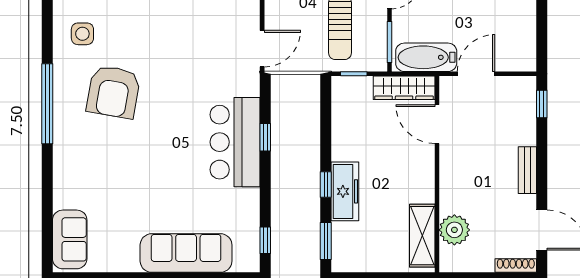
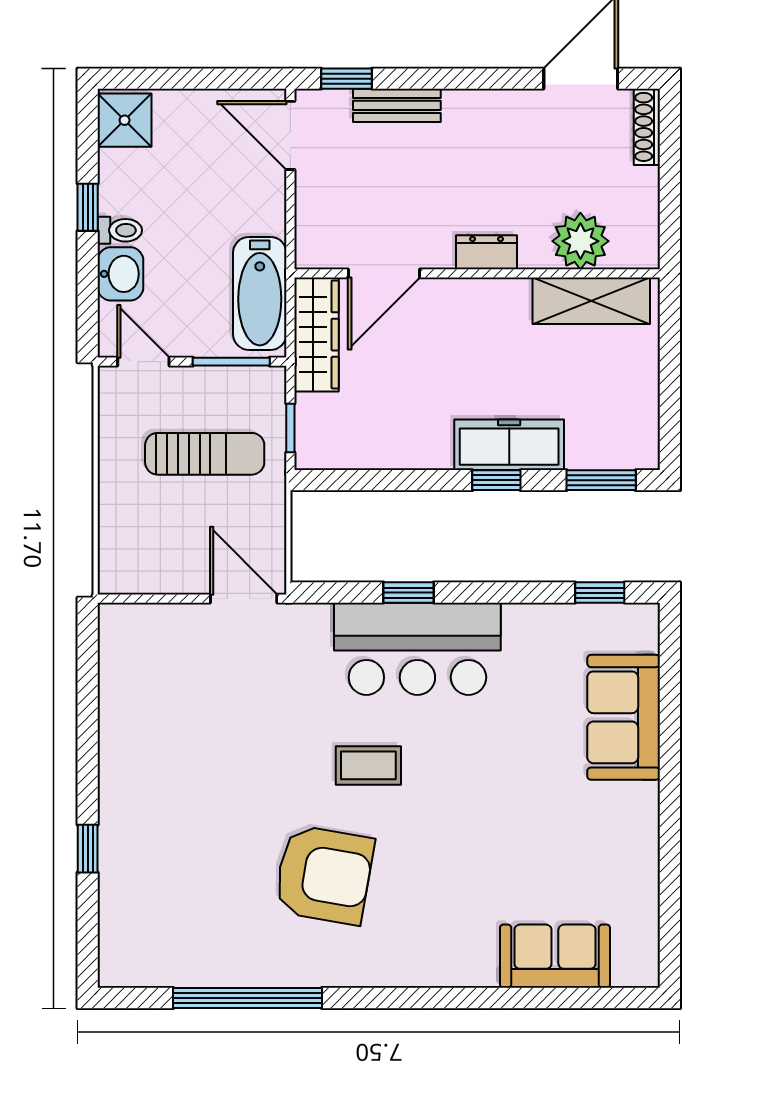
side table: (82, 34) -> (216, 932), removed
door: (476, 74) -> (290, 135), moved
window: (47, 104) -> (247, 998), moved
coffee table: (172, 116) -> (368, 765), added
bench: (527, 170) -> (397, 105), moved
dresser: (448, 179) -> (487, 252), added
sofa: (70, 239) -> (555, 956), moved
sofa: (186, 253) -> (624, 717), width x0.73

